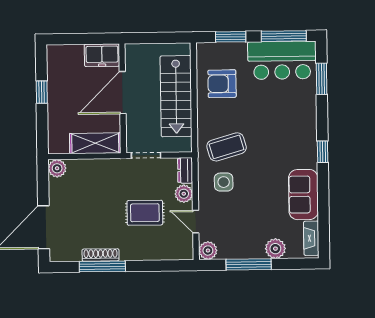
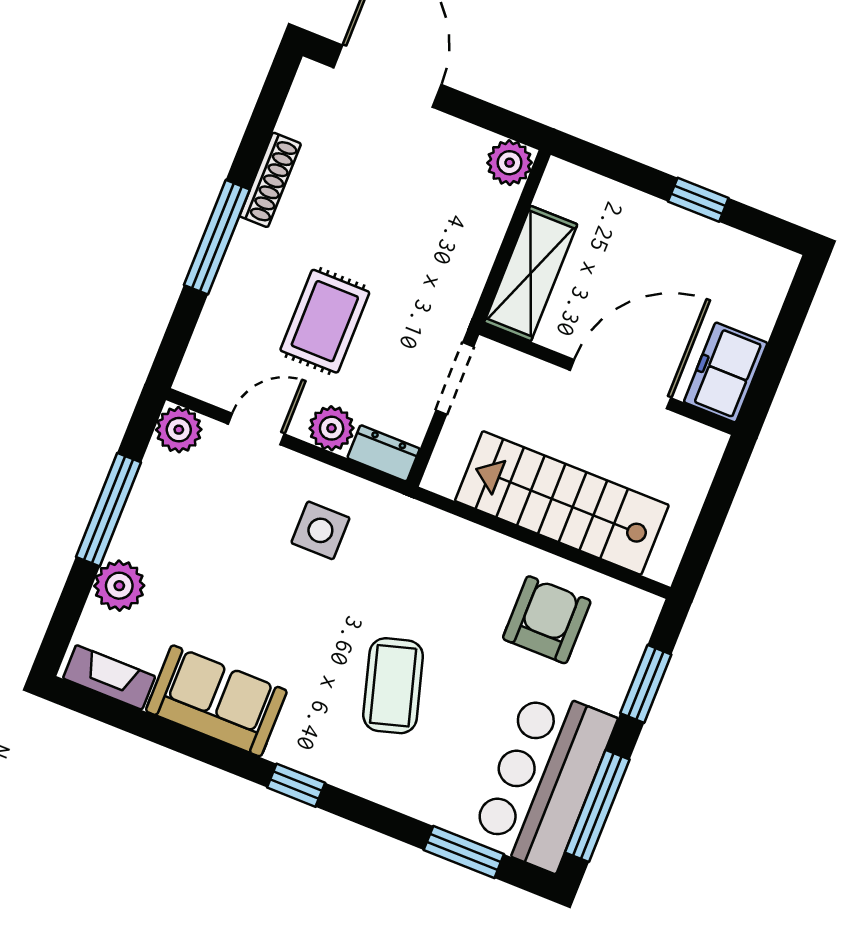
door: (123, 93) -> (621, 384), hinge flipped
coffee table: (227, 147) -> (393, 686), moved
window: (102, 266) -> (217, 237), moved

